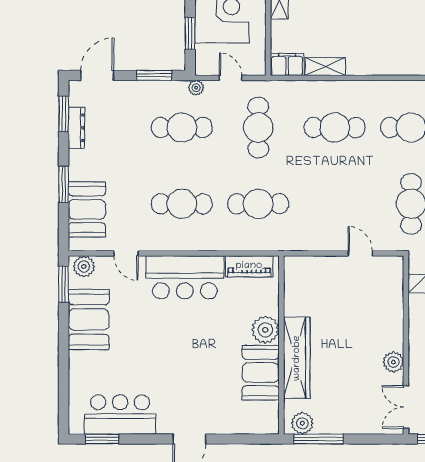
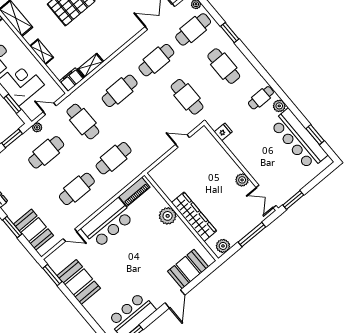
plant: (84, 266) -> (55, 258), removed
booth: (261, 373) -> (188, 269), moved, turned 90
window: (319, 439) -> (252, 235), moved

